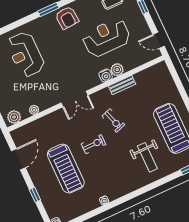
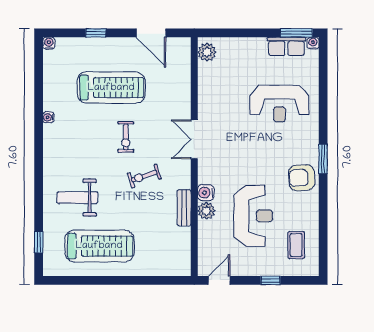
reception desk: (26, 54) -> (279, 104), turned 180
plant: (34, 110) -> (204, 82), removed
treadmill: (66, 169) -> (111, 88), turned 180

